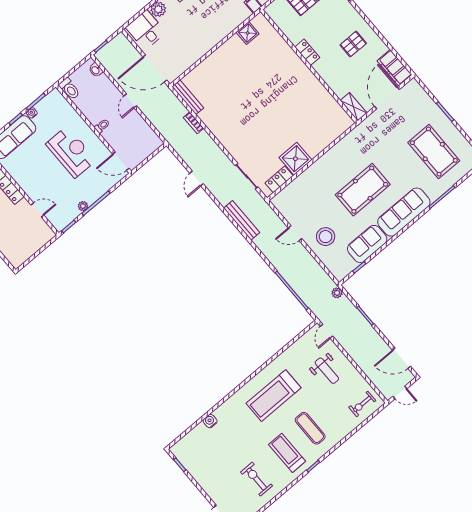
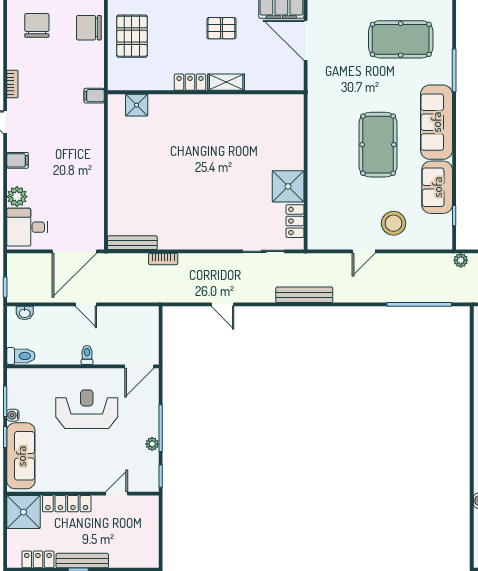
shower: (248, 33) -> (137, 105), moved
pallet: (353, 44) -> (221, 28), turned 90
shelving: (353, 107) -> (226, 82), moved

